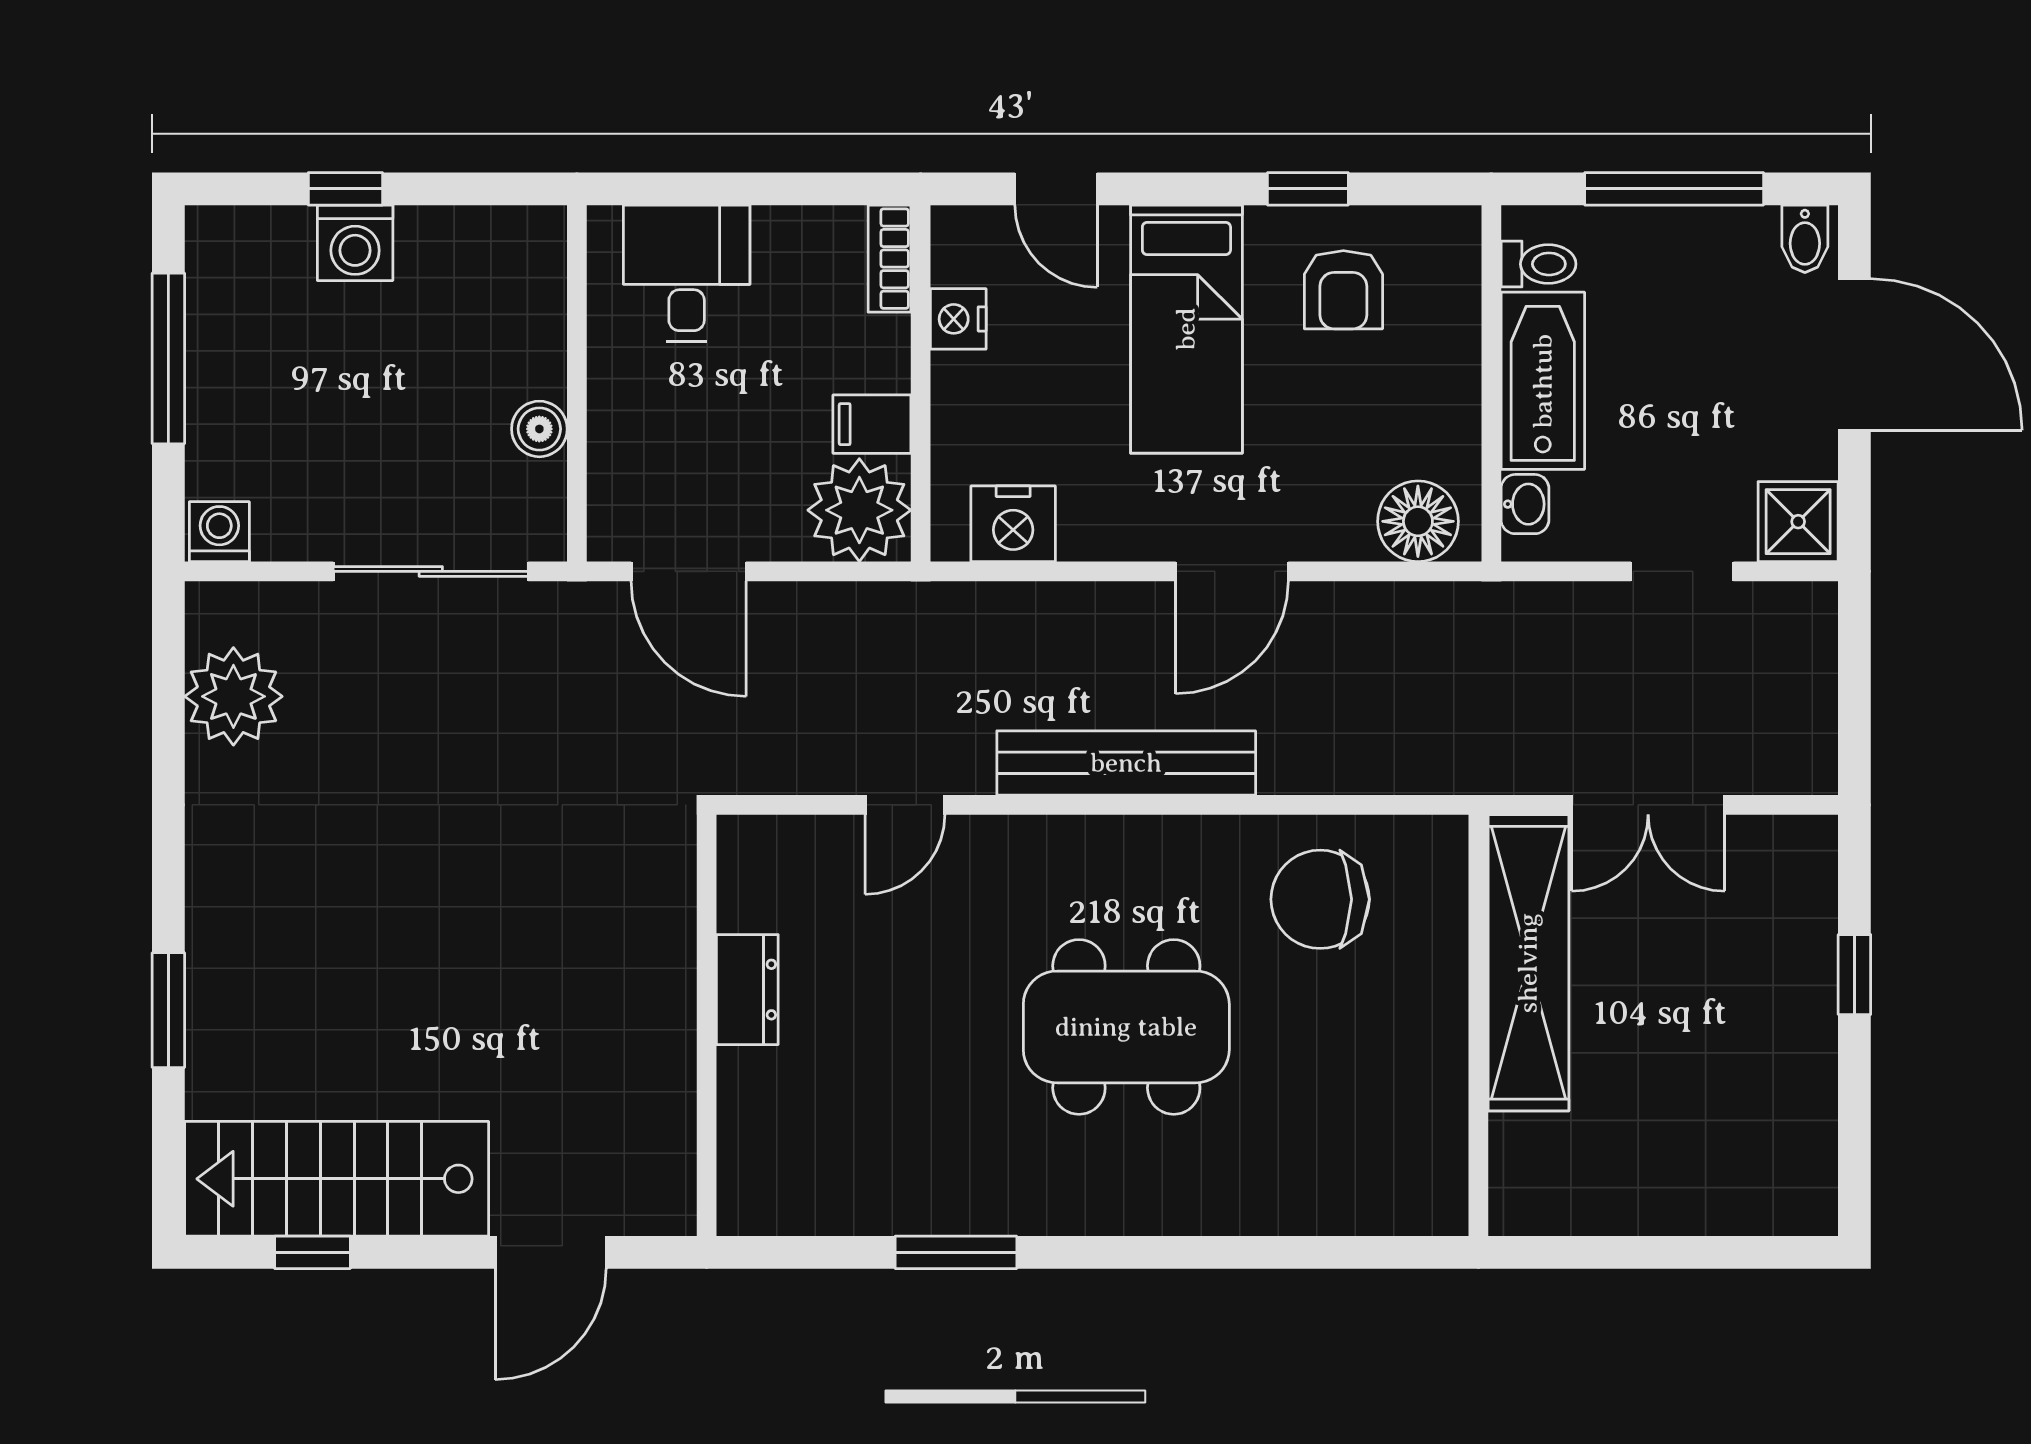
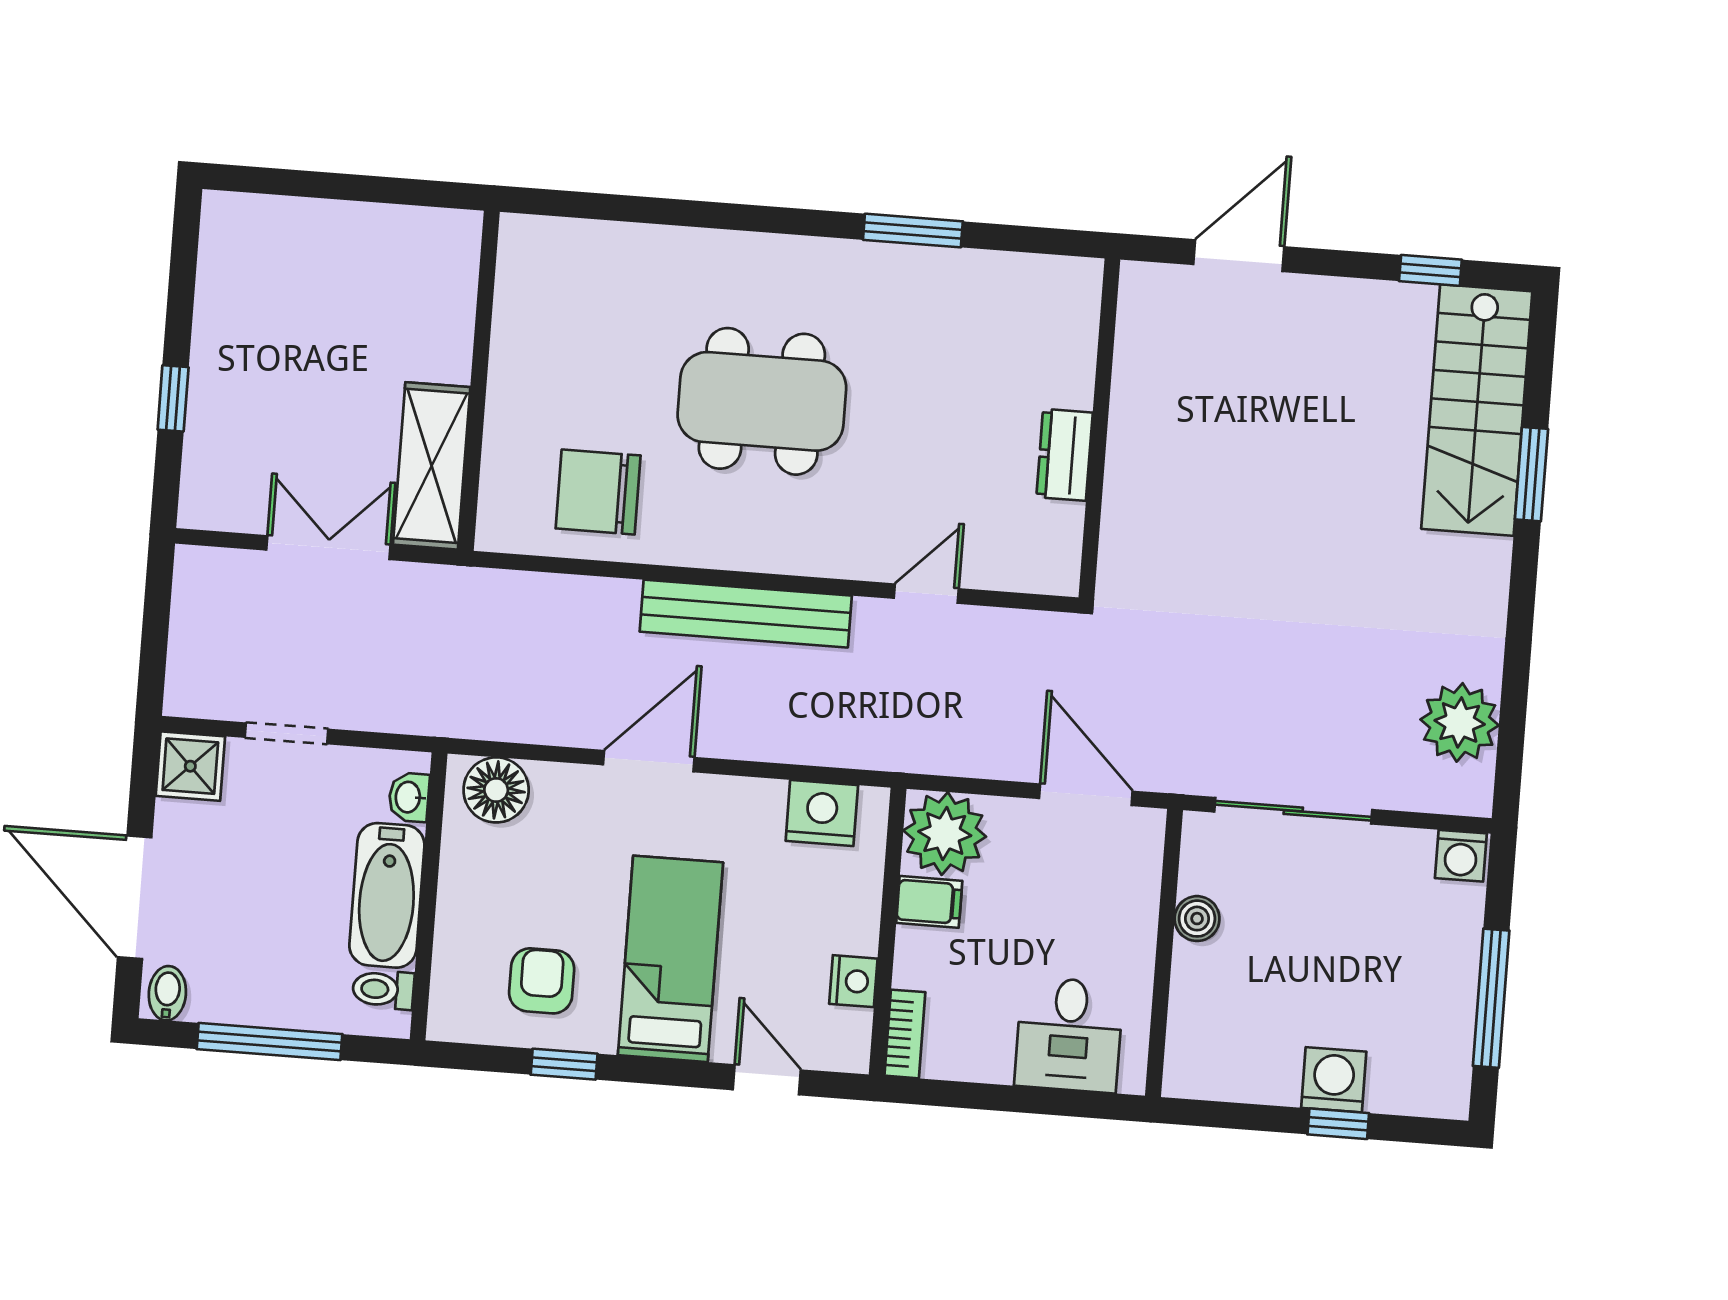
chair: (1320, 899) -> (598, 492), turned 180
shelving: (1528, 963) -> (432, 466), width x0.68
stairs: (337, 1179) -> (1477, 410), moved, turned 90

